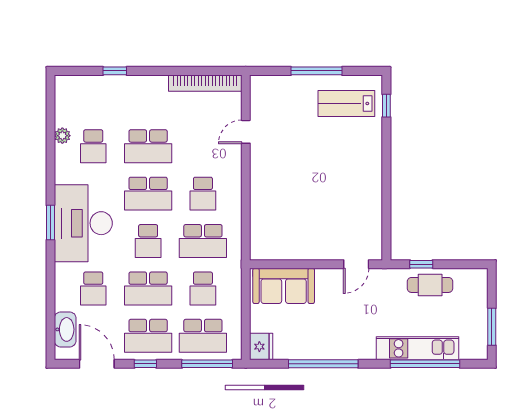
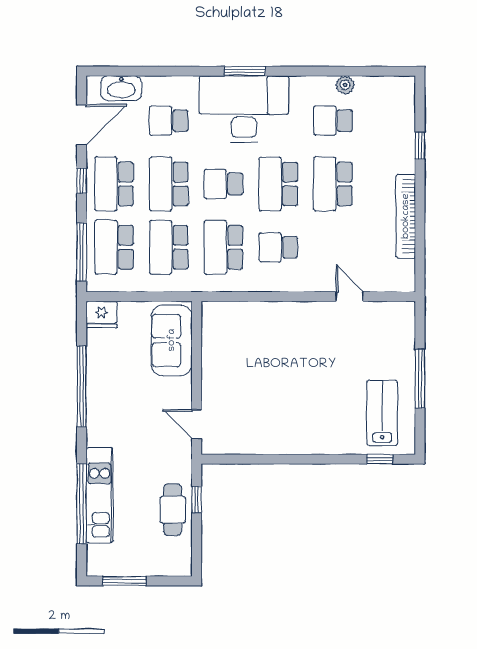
bookcase: (205, 83) -> (406, 216), moved
school desk: (203, 288) -> (169, 247), width x1.85

